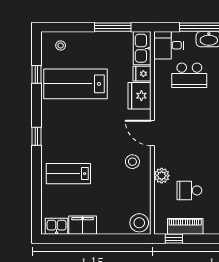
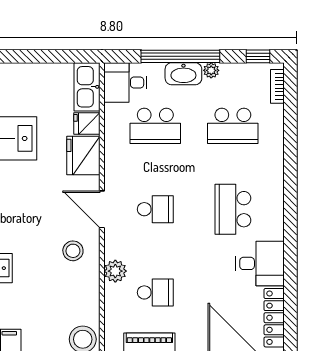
window: (113, 27) -> (45, 56), removed
school desk: (189, 133) -> (155, 209), added
school desk: (189, 190) -> (155, 292), turned 180

